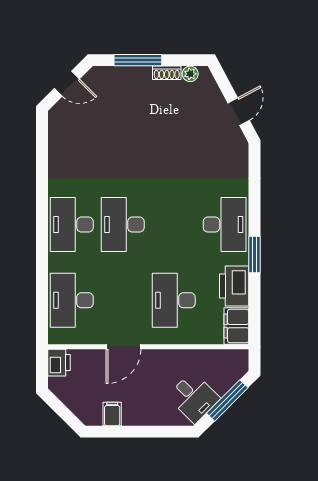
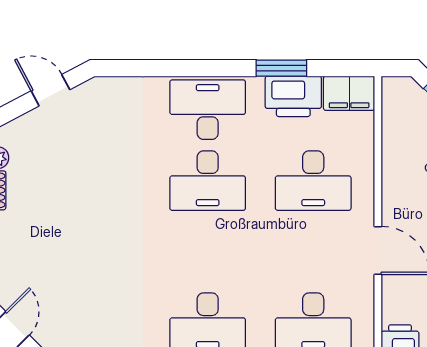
desk: (123, 225) -> (208, 181), moved
window: (254, 254) -> (281, 68), moved

